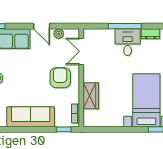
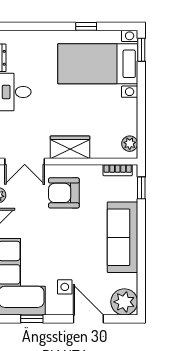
wardrobe: (91, 96) -> (70, 147), moved
plant: (93, 122) -> (130, 144), added

